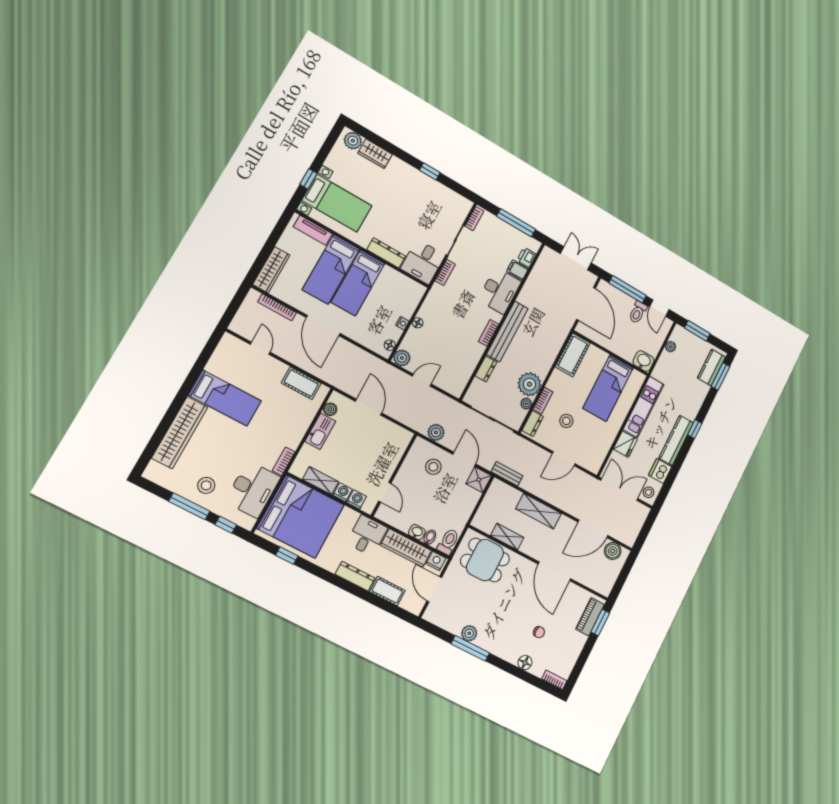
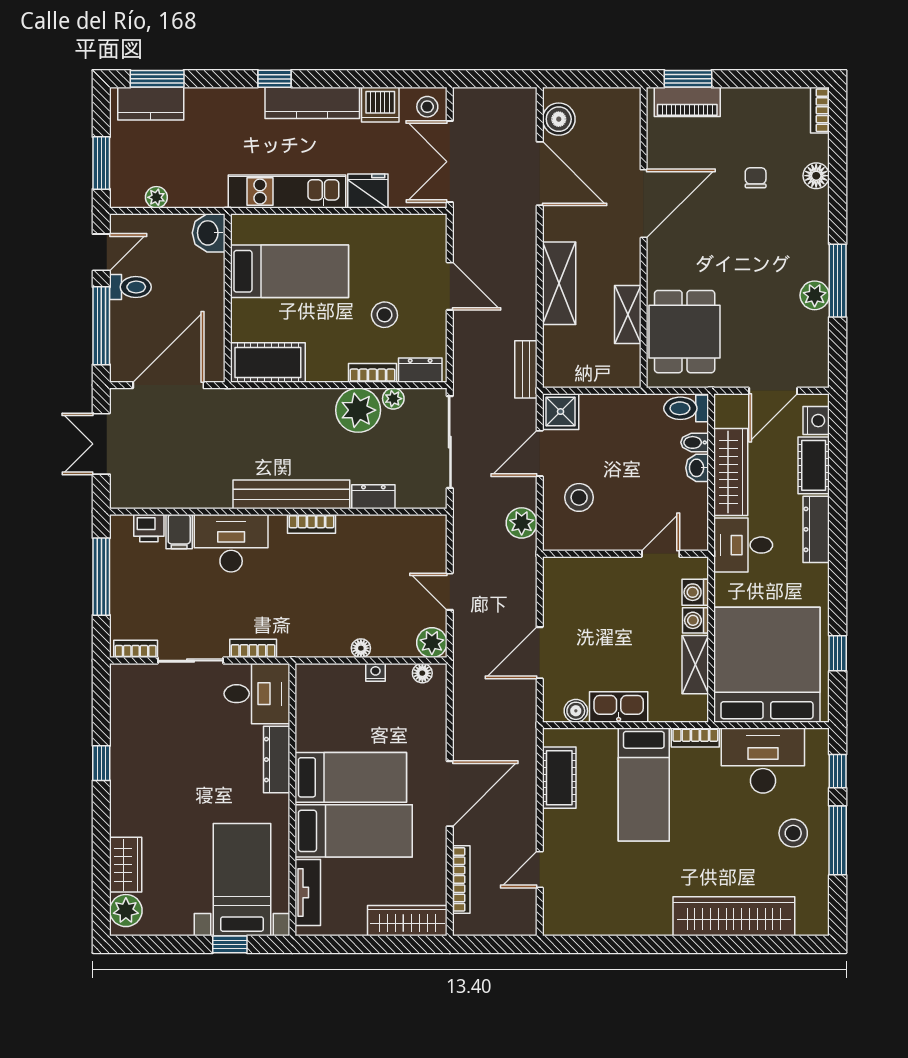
bed: (225, 398) -> (644, 784), moved, turned 180
nightstand: (436, 561) -> (816, 421), moved, turned 180

